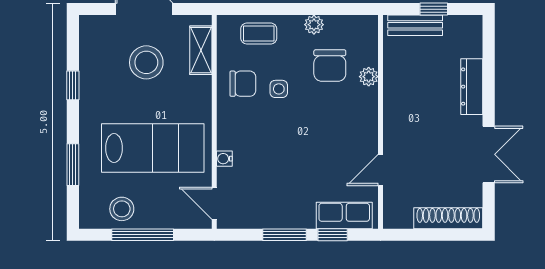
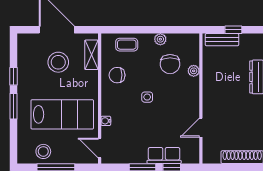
chair: (243, 84) -> (117, 75), turned 180
side table: (279, 89) -> (147, 97), moved
window: (73, 165) -> (13, 106), moved
row of seats: (344, 215) -> (164, 155), moved

